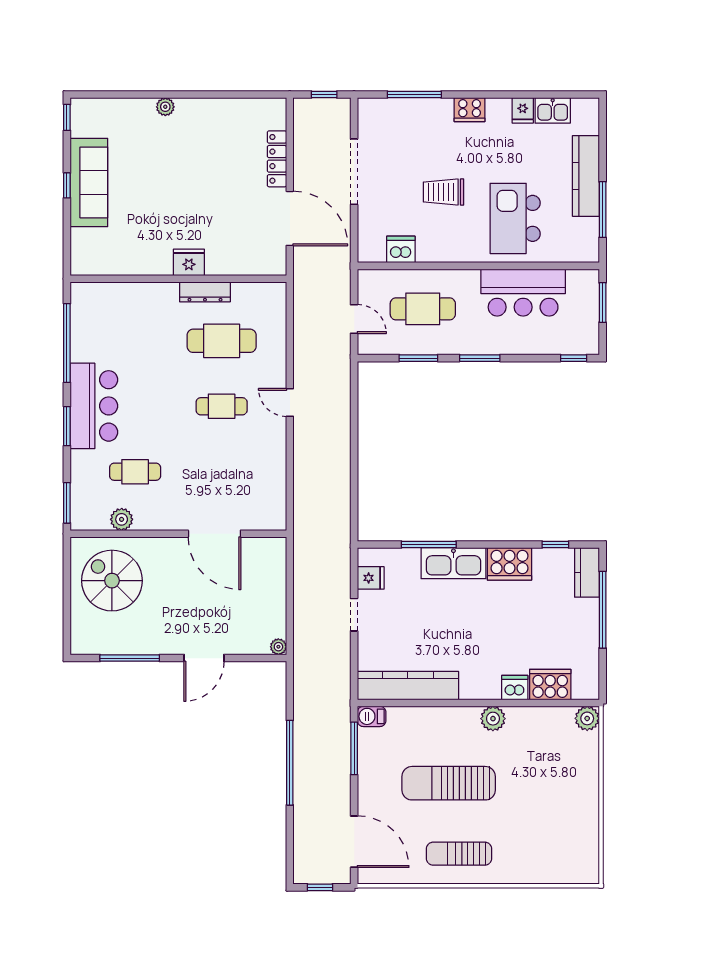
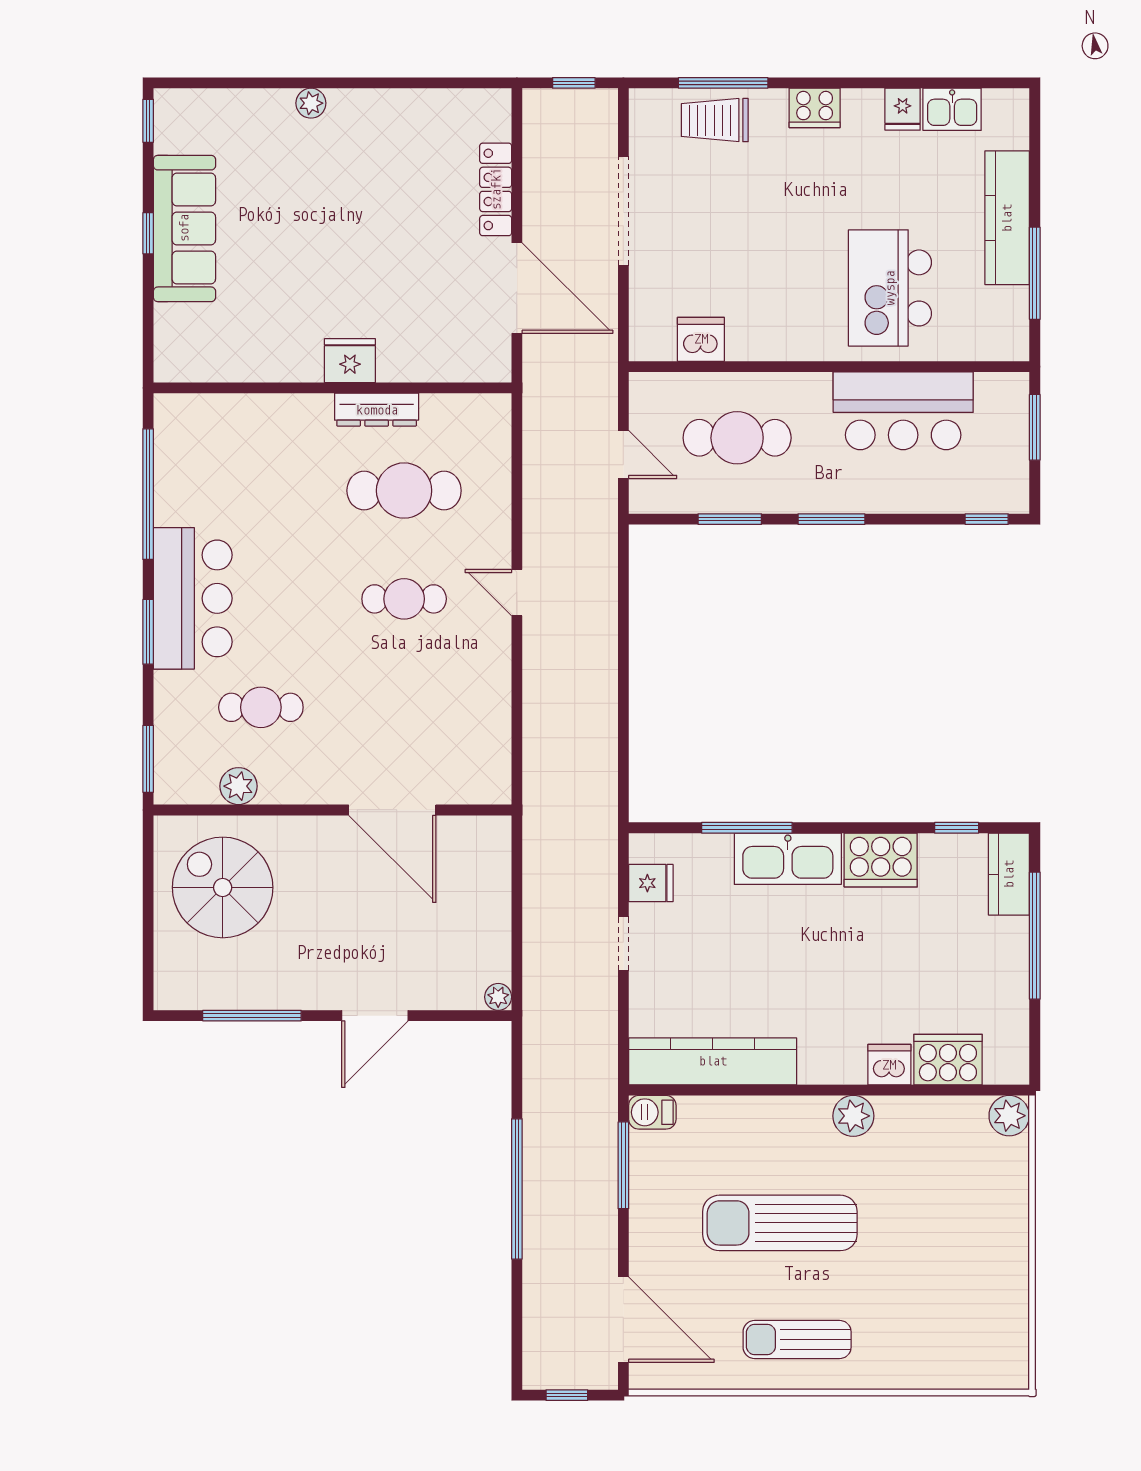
trolley: (444, 192) -> (715, 120), moved

